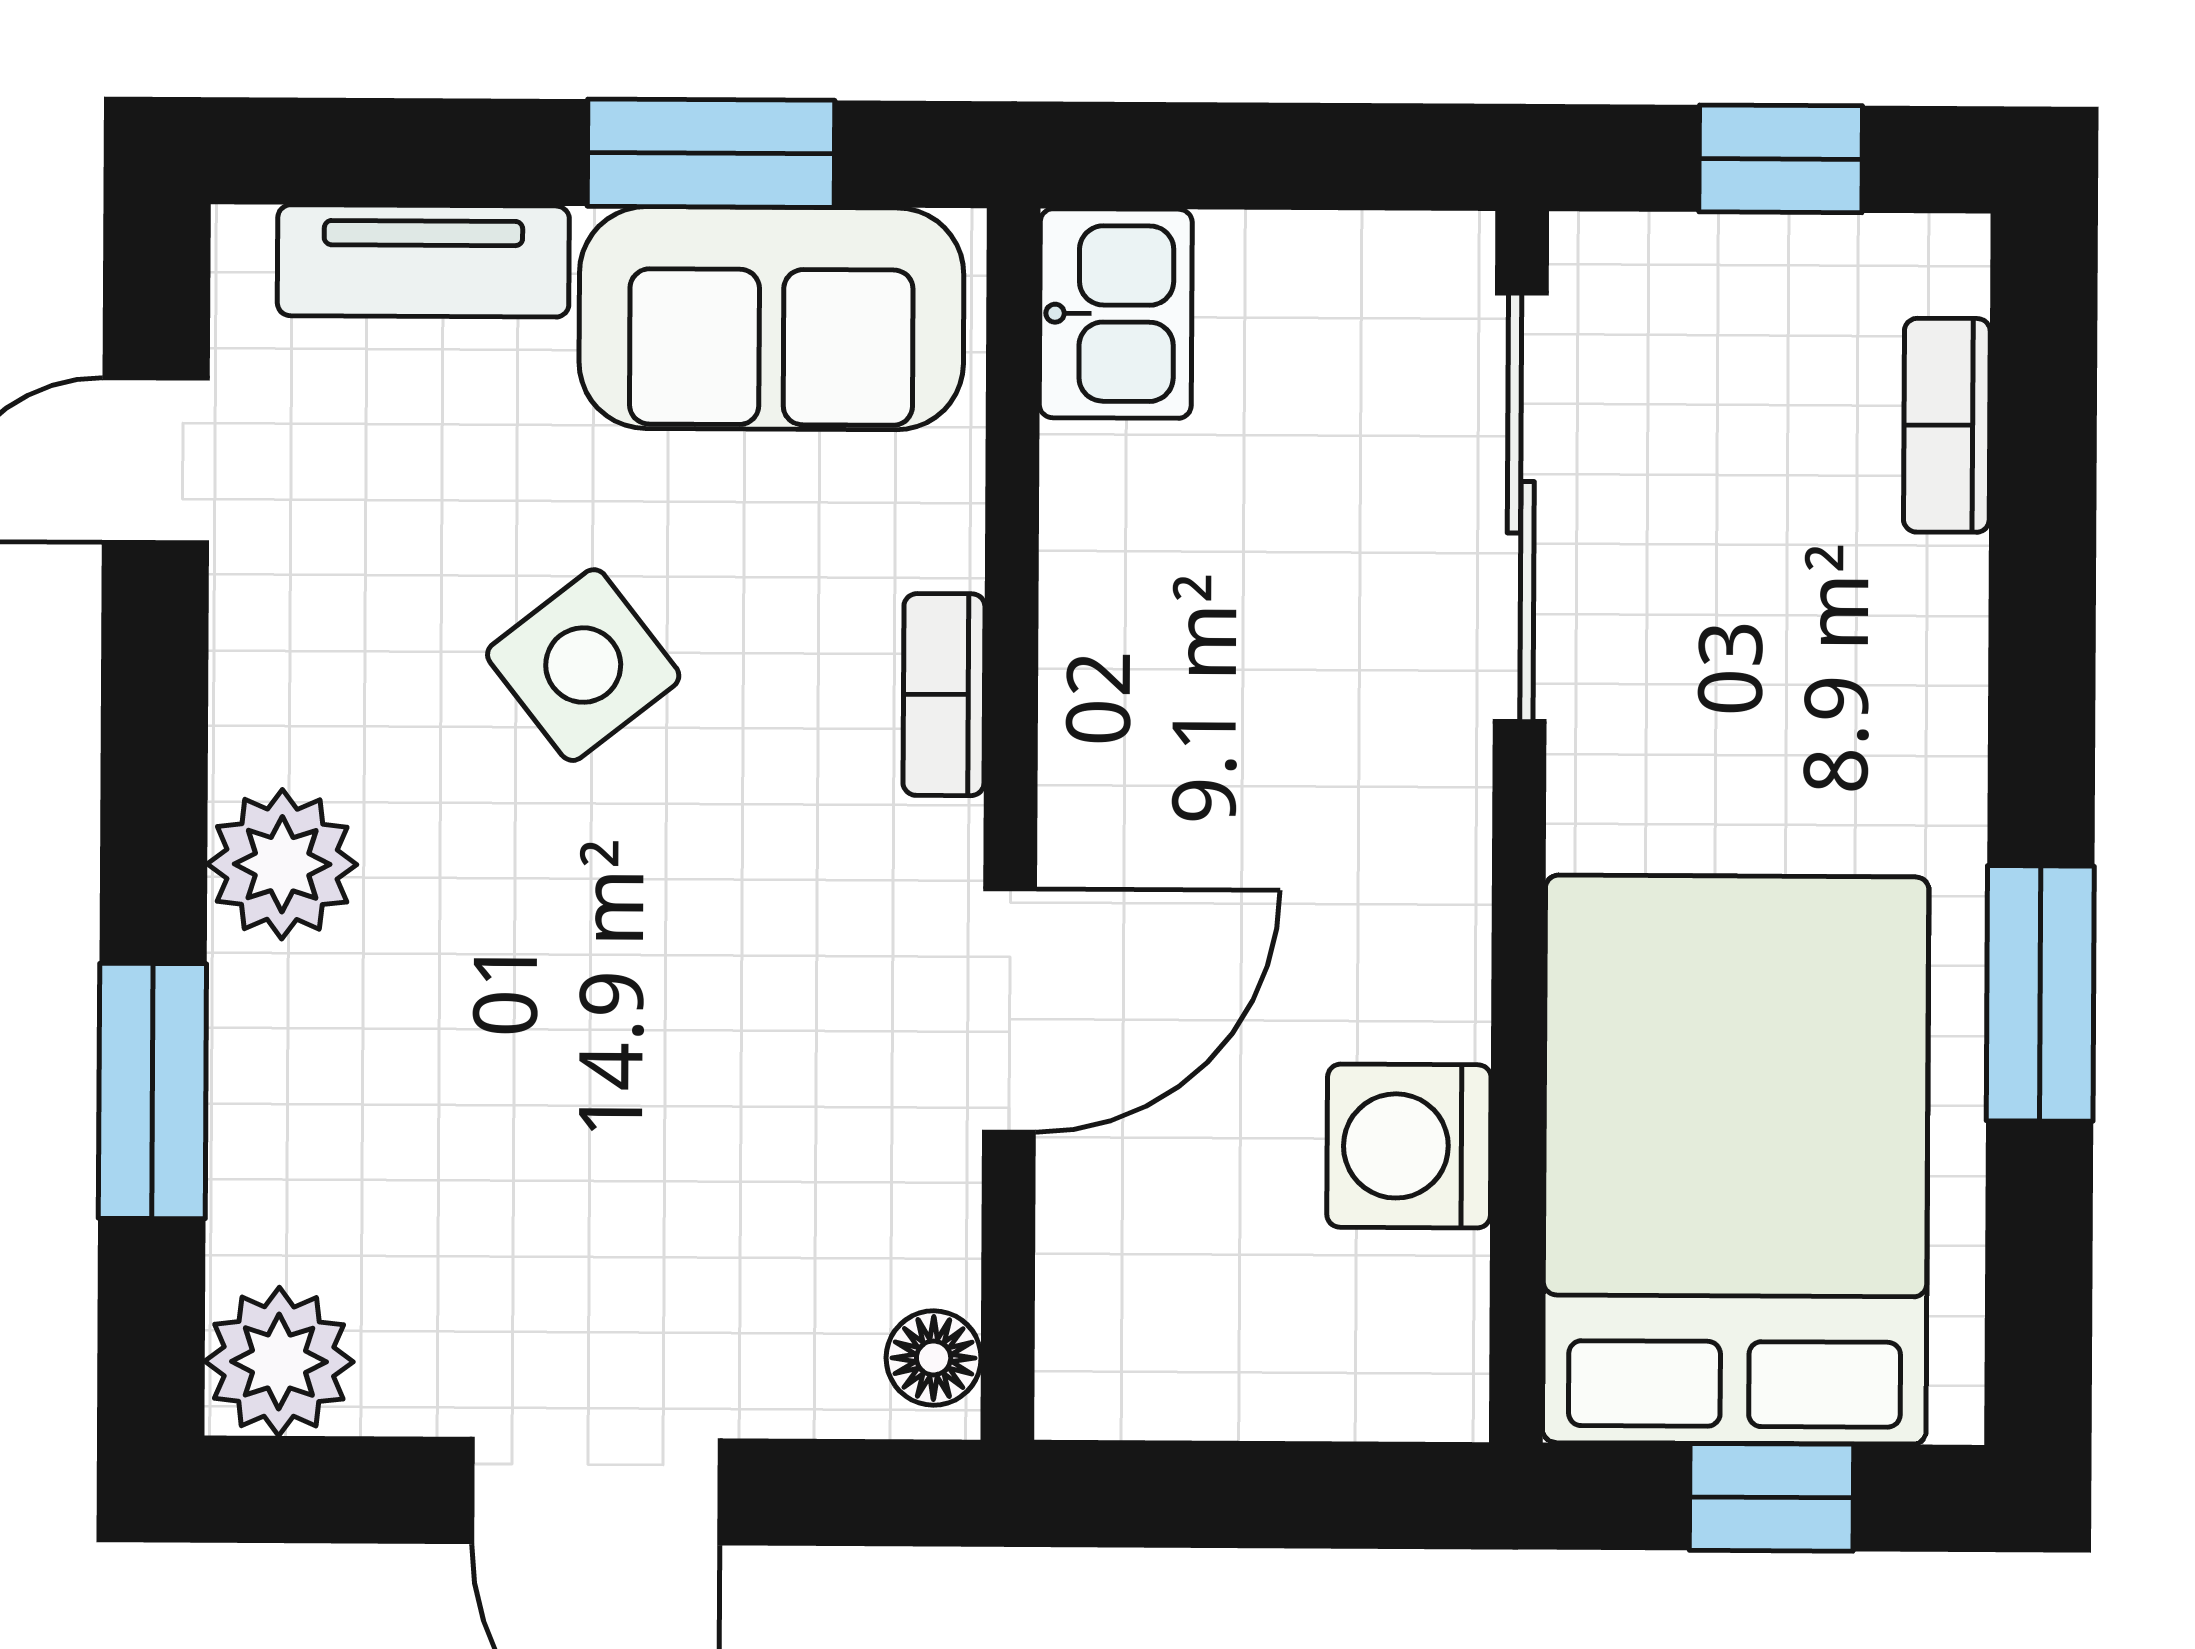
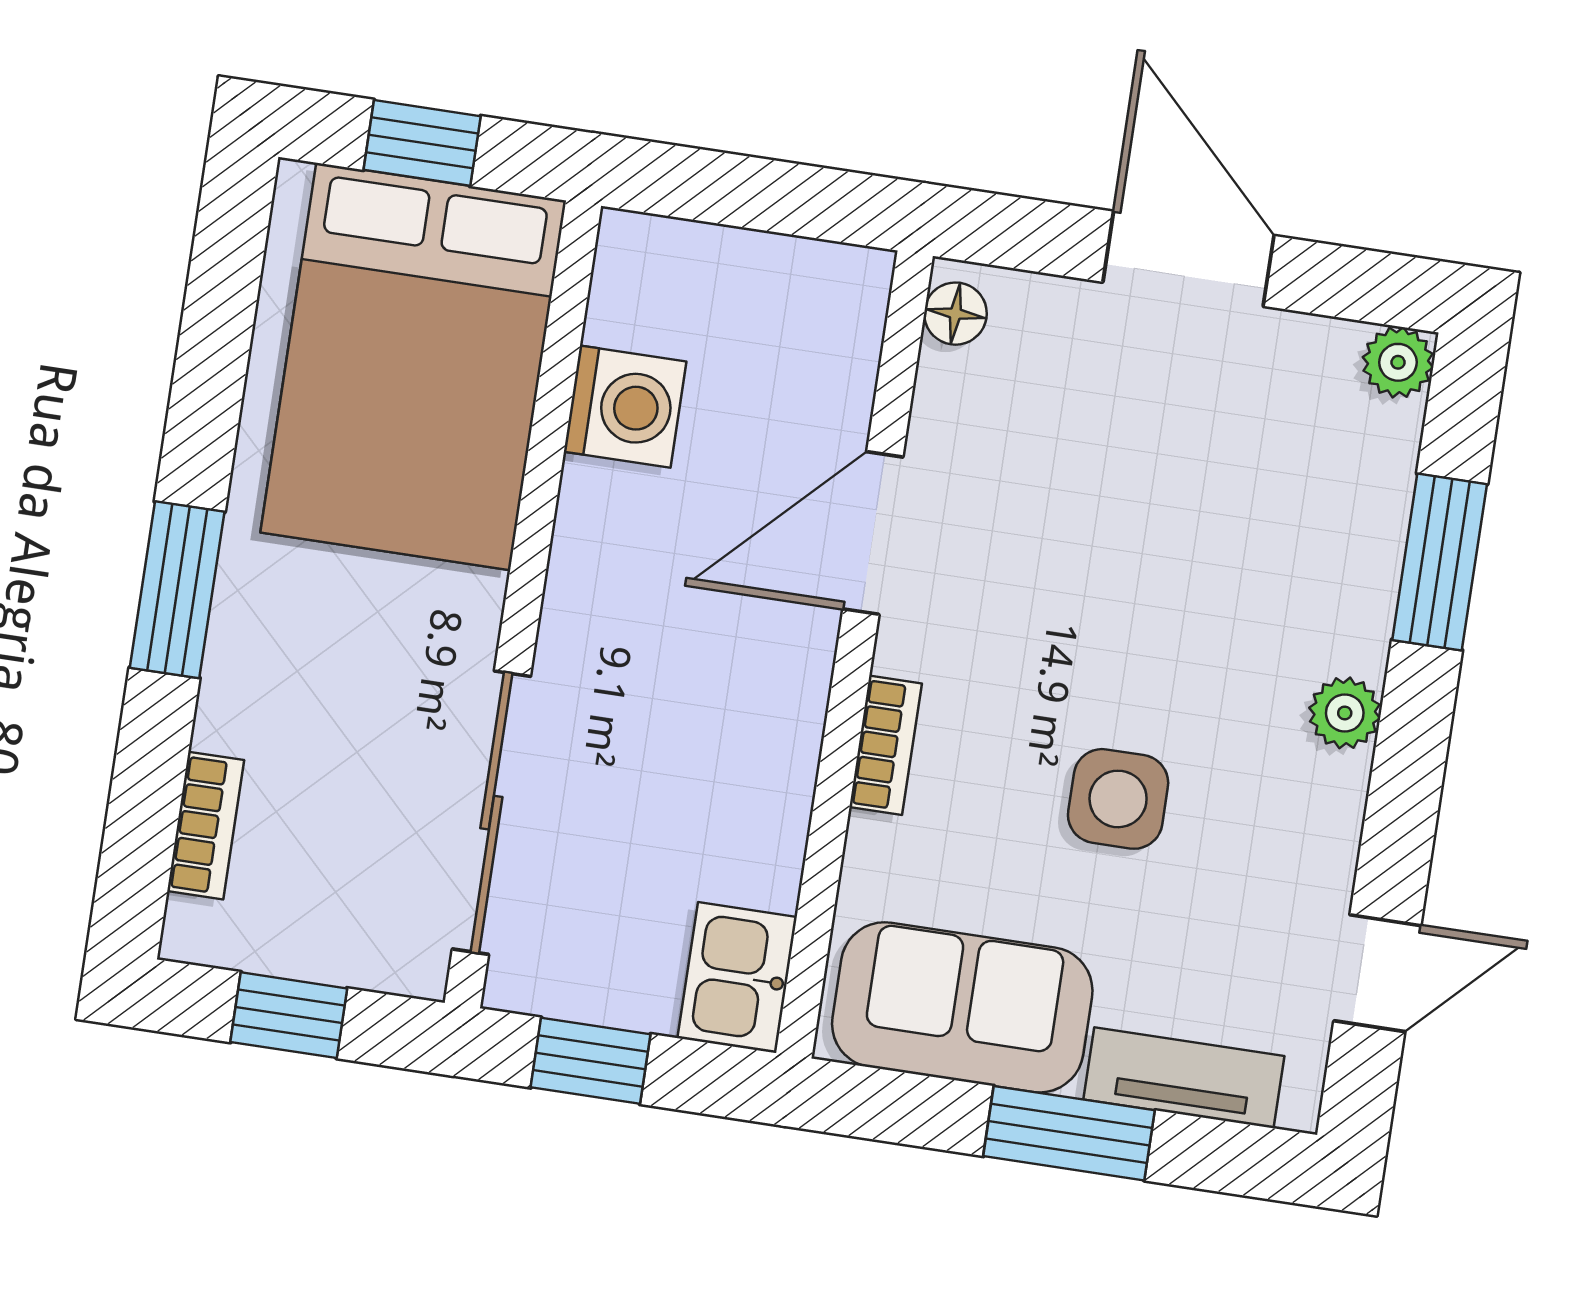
window: (711, 153) -> (1069, 1133), moved
window: (1318, 156) -> (591, 1061), added
side table: (583, 665) -> (1118, 799), turned 38
plant: (282, 864) -> (1345, 713), width x0.73, depth x0.73
window: (2040, 993) -> (177, 590), moved
plant: (279, 1362) -> (1398, 362), width x0.73, depth x0.73

